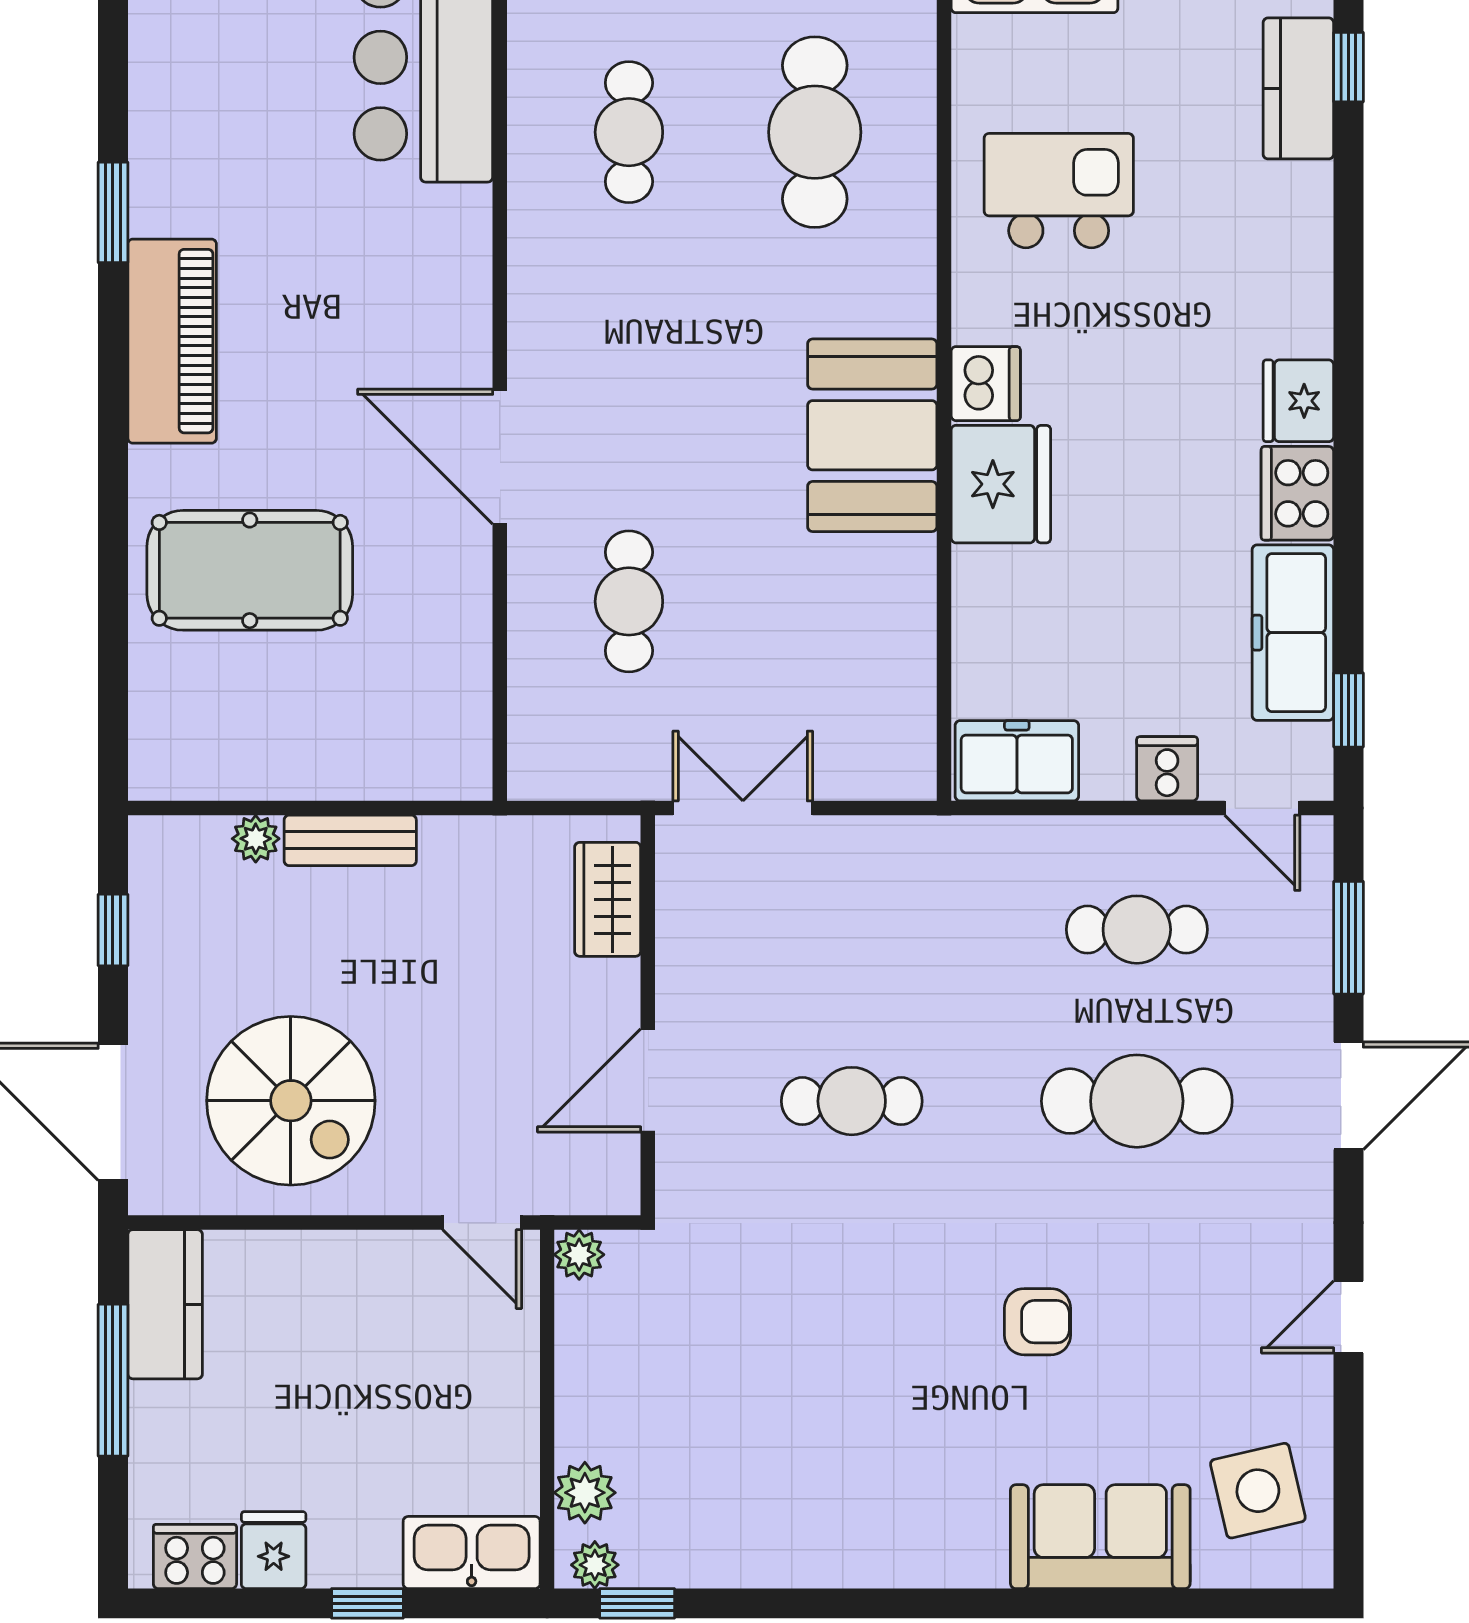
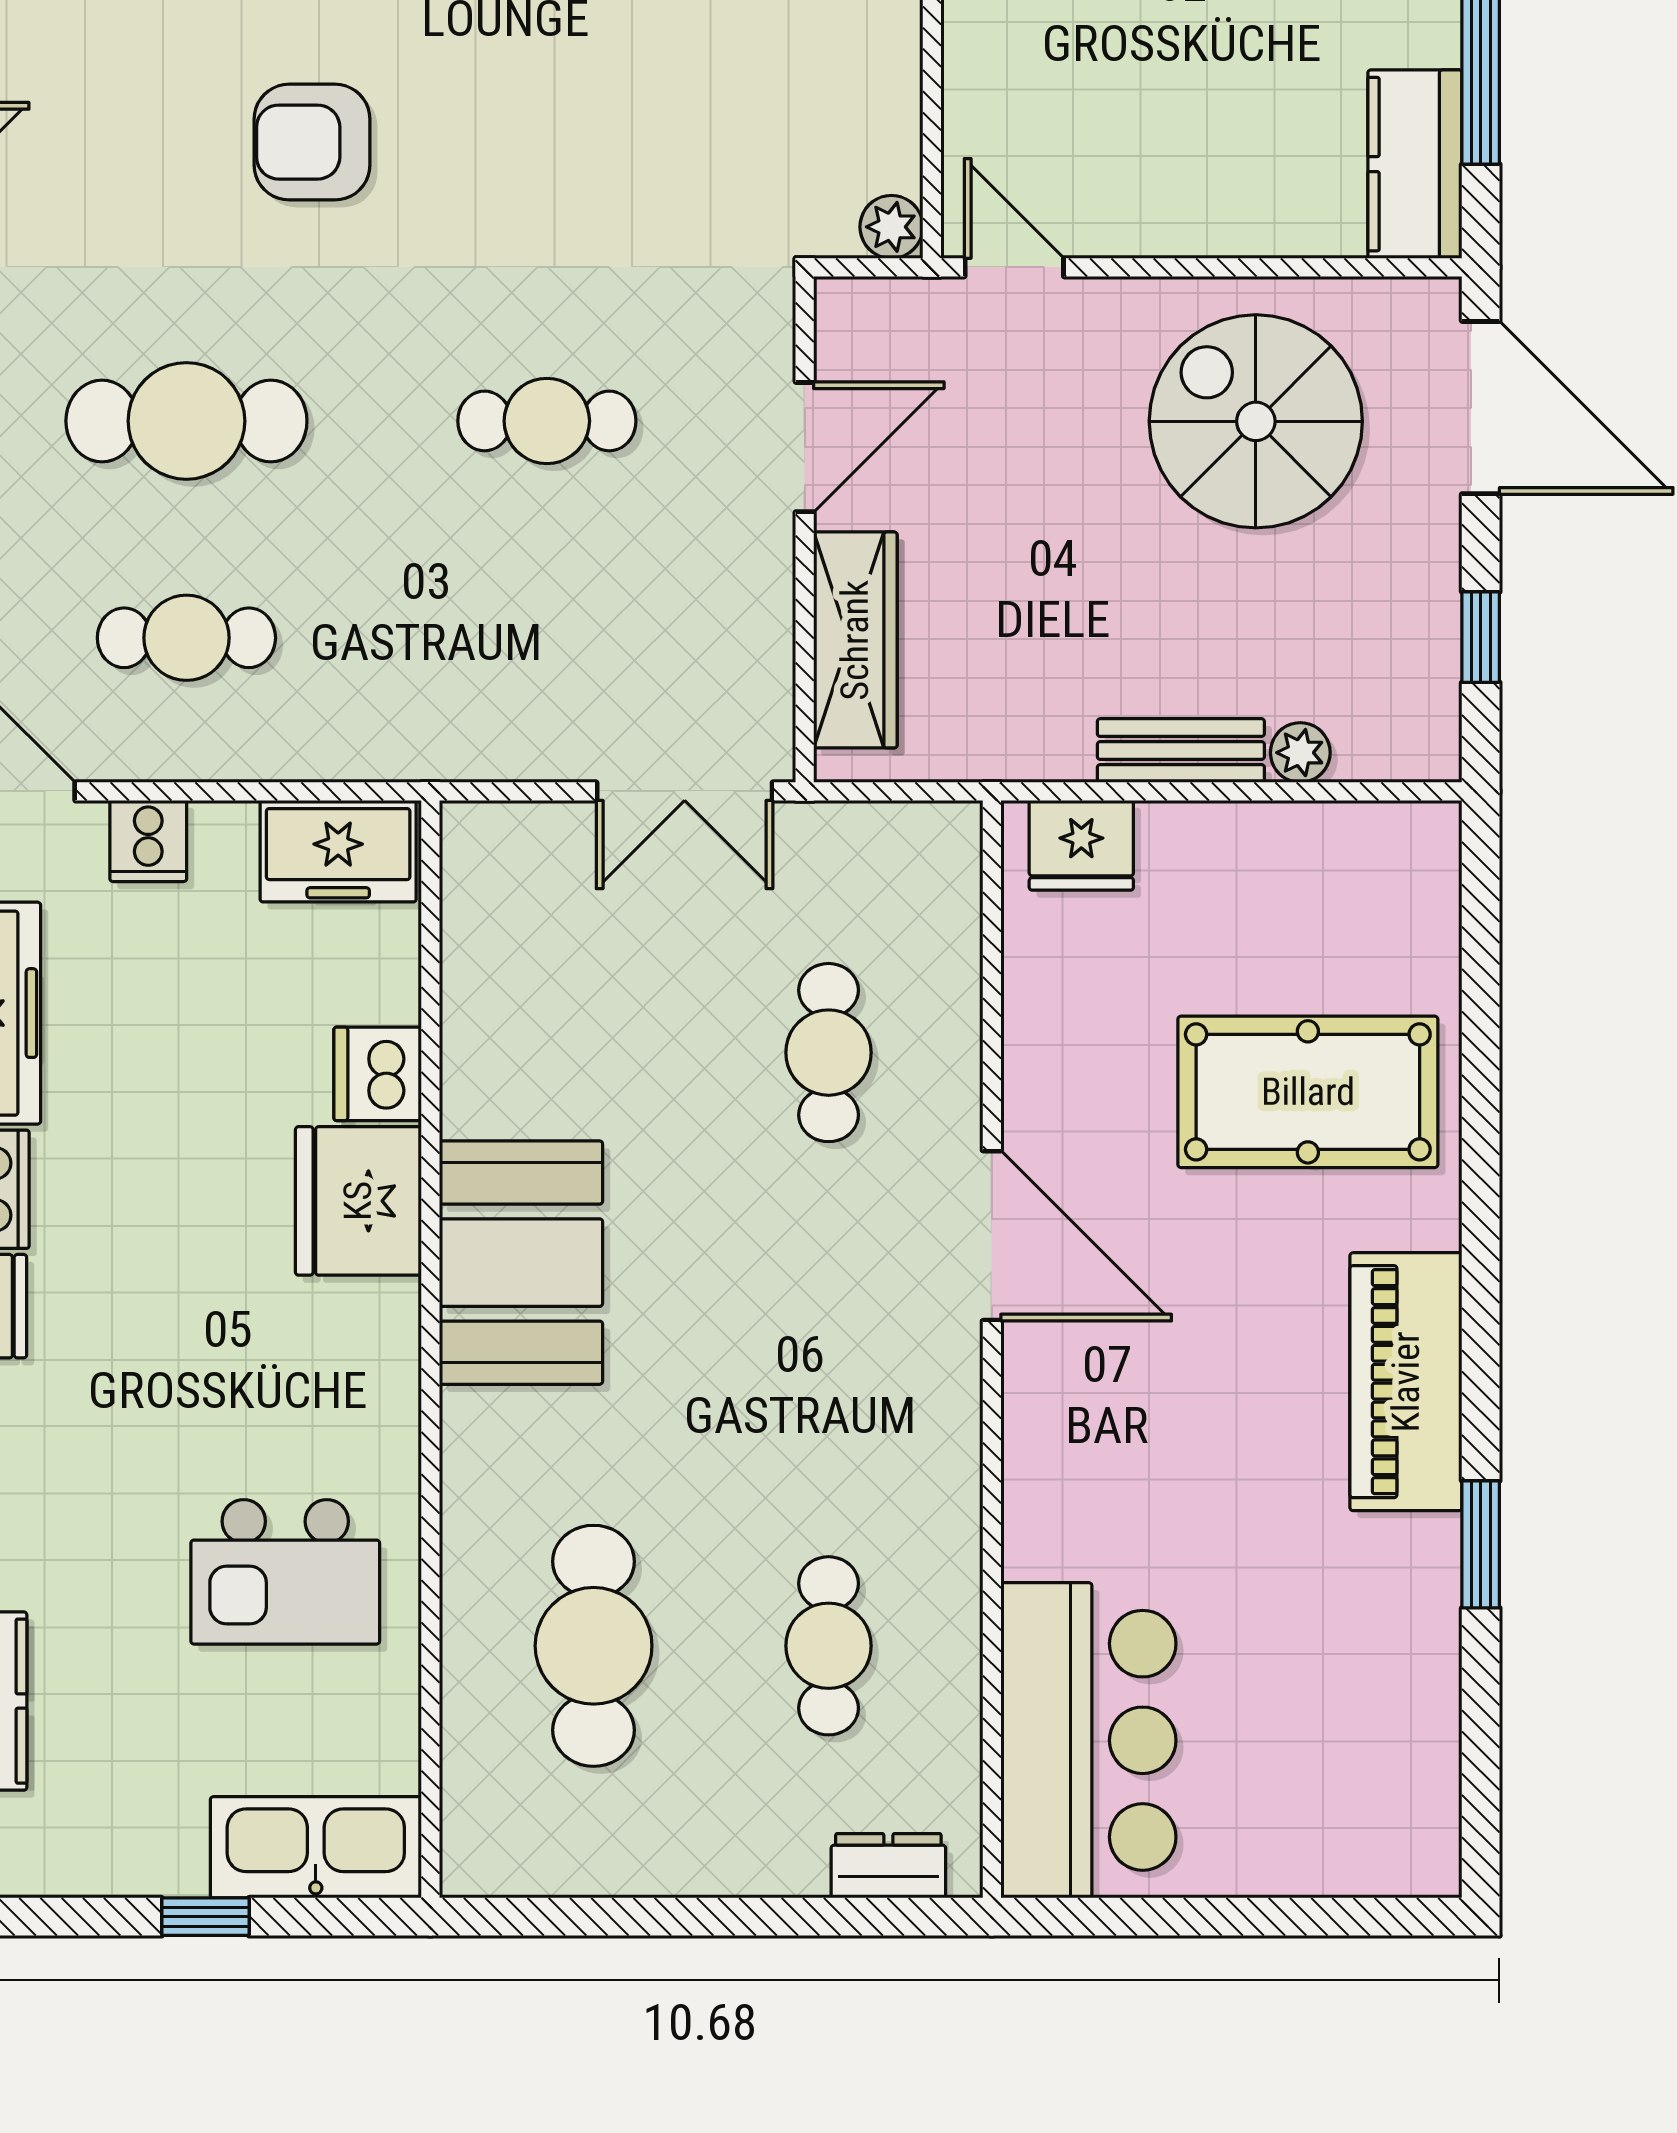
dishwasher: (986, 384) -> (378, 1074), moved
fridge: (429, 765) -> (1081, 845), added
wardrobe: (608, 899) -> (855, 640), width x1.50
armchair: (1037, 1322) -> (312, 142), width x1.38, depth x1.38

